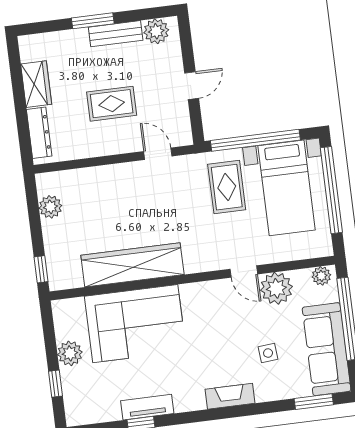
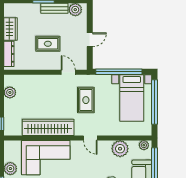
rug: (227, 187) -> (86, 100), moved
door: (244, 272) -> (90, 138), moved

